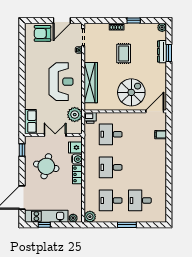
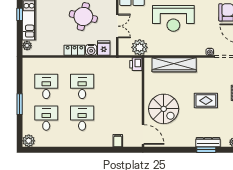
reception desk: (61, 82) -> (173, 18), moved
desk: (111, 134) -> (82, 118), moved
plant: (90, 217) -> (29, 141), moved

